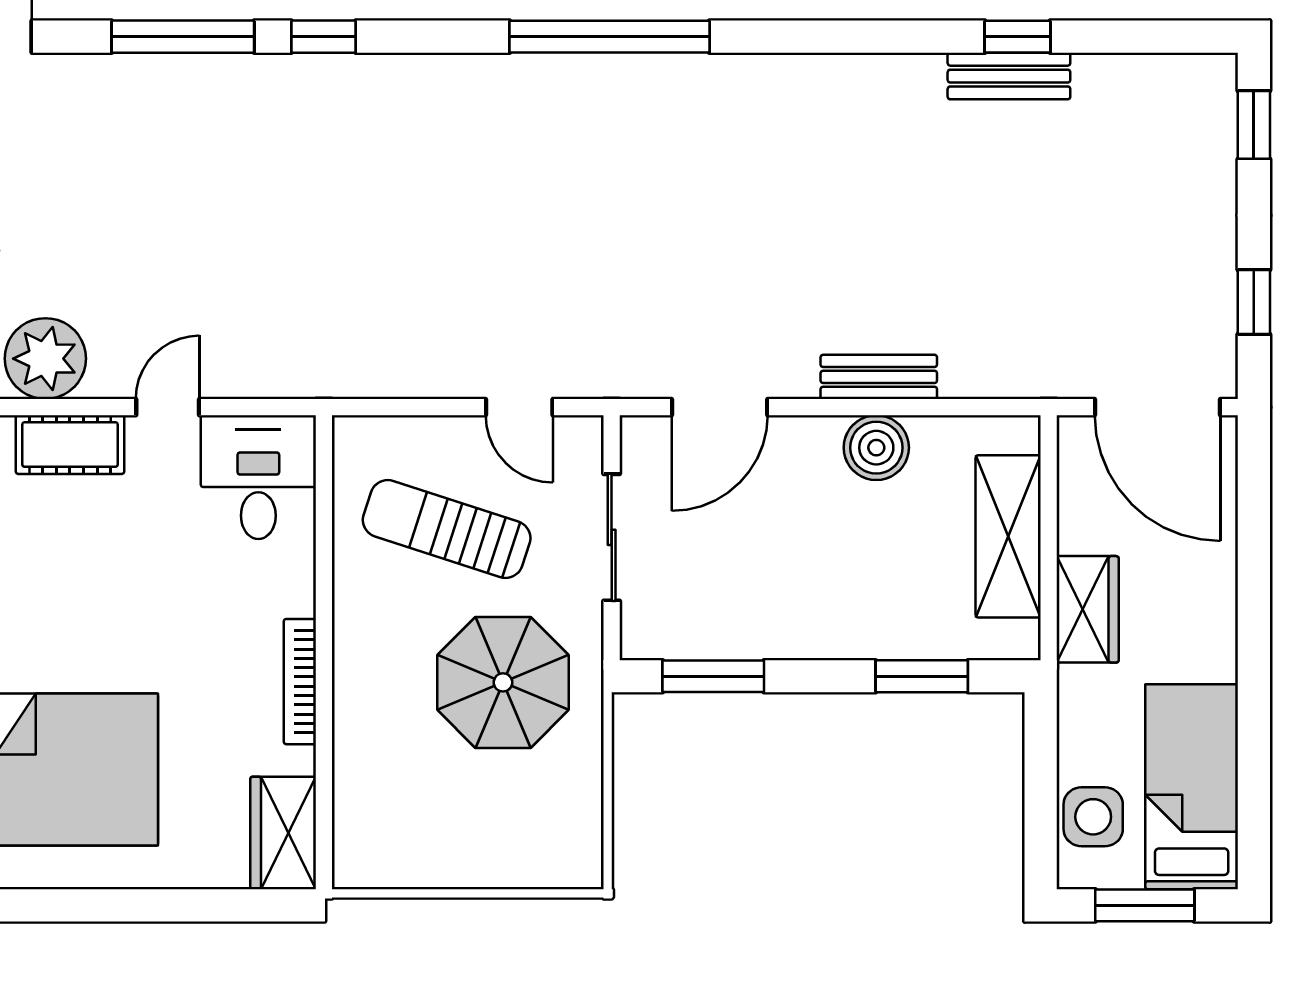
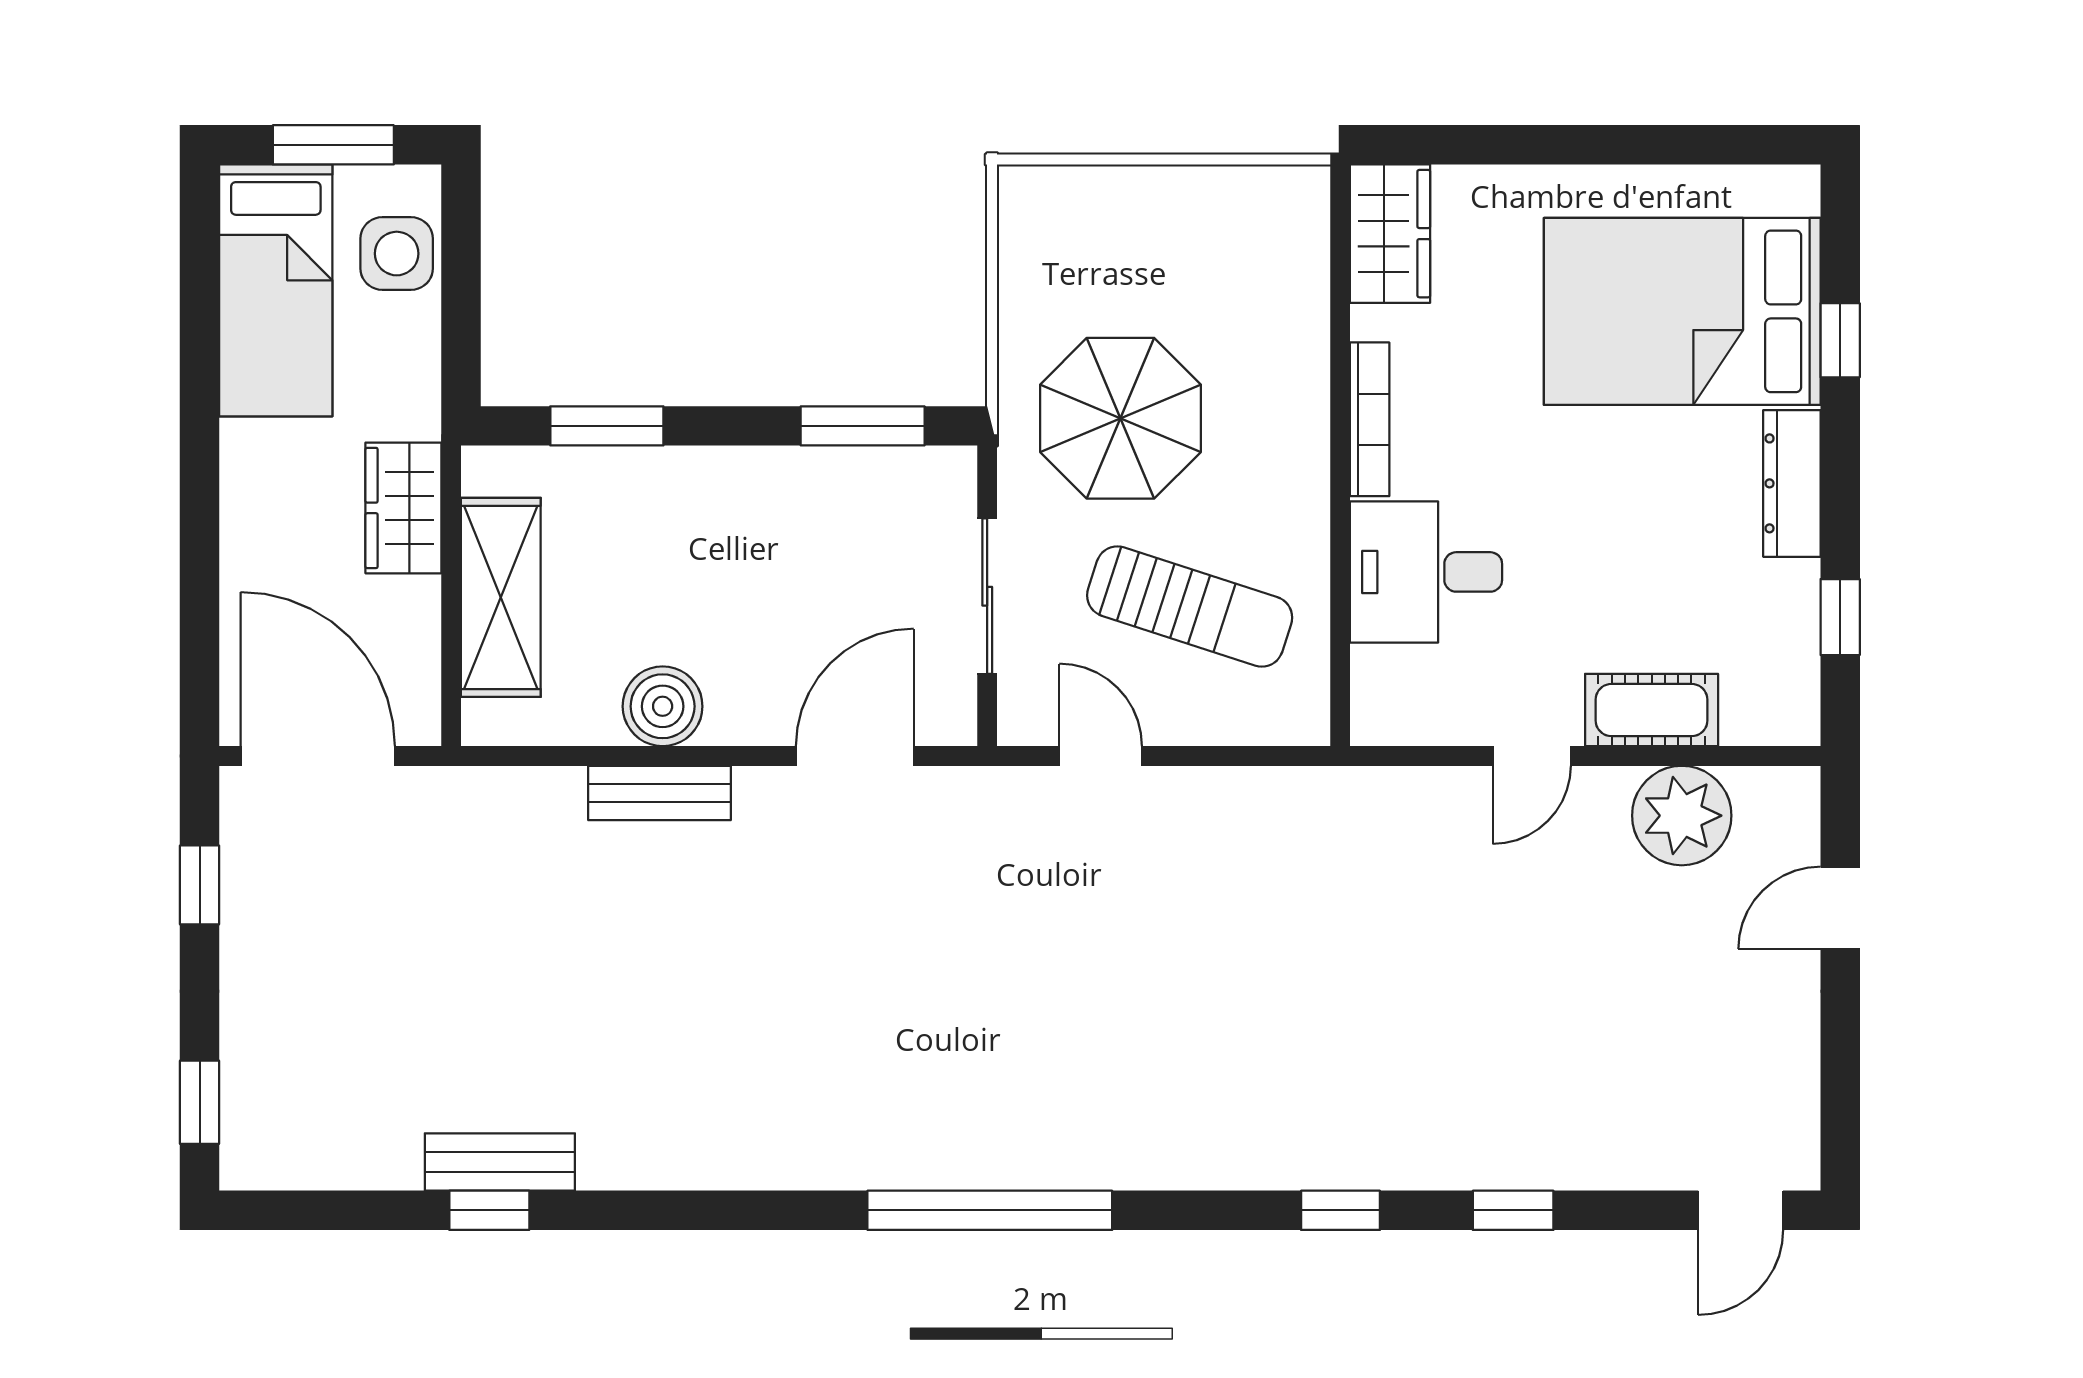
window: (183, 37) -> (1513, 1210), width x0.46
desk: (258, 477) -> (1426, 572), moved, turned 90

